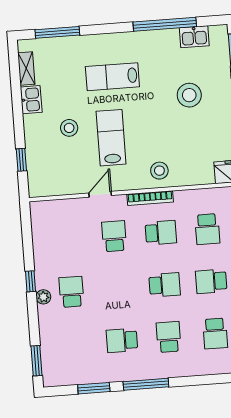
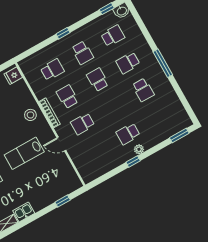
stool: (69, 128) -> (30, 181), removed
window: (94, 388) -> (180, 93), removed

